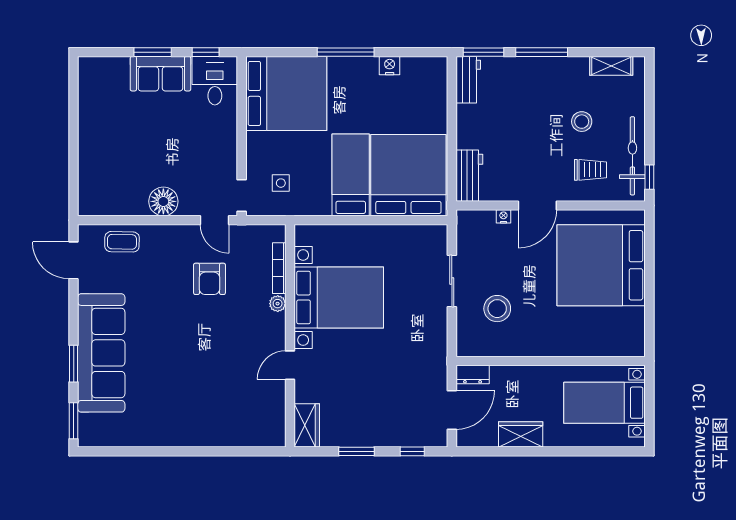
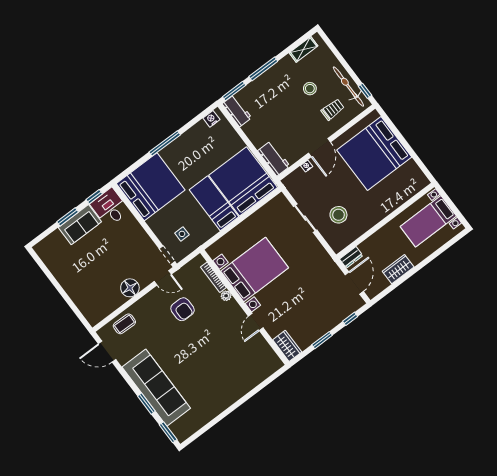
nightstand: (390, 66) -> (211, 119), moved

